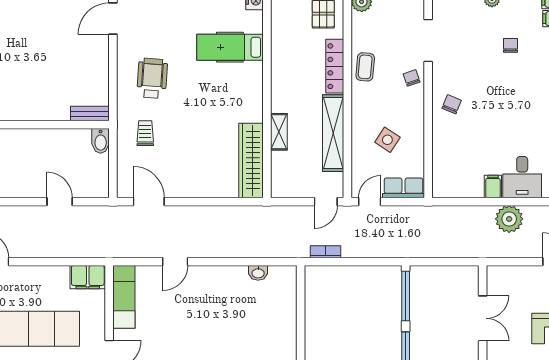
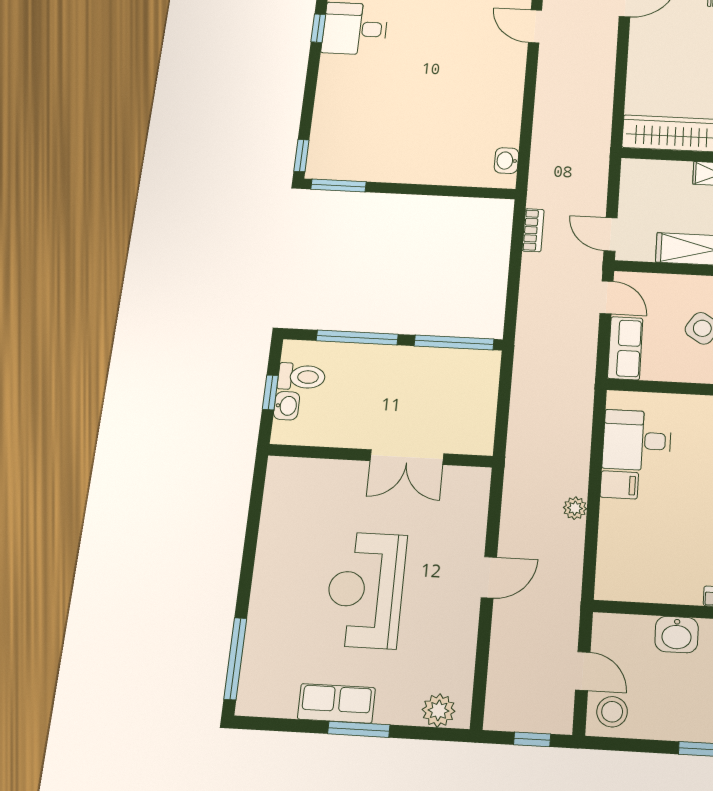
desk: (522, 177) -> (637, 440), moved
plant: (509, 219) -> (575, 508), width x0.53, depth x0.53
washbasin: (258, 273) -> (506, 161), moved

